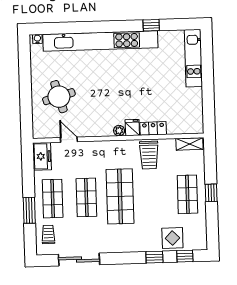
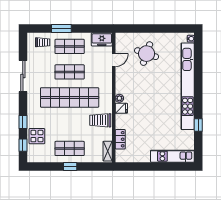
round table: (59, 97) -> (147, 54), turned 35
locker: (153, 128) -> (120, 139), moved
shop shelf: (120, 196) -> (70, 97), width x1.40
sliding door: (79, 259) -> (23, 76), moved

